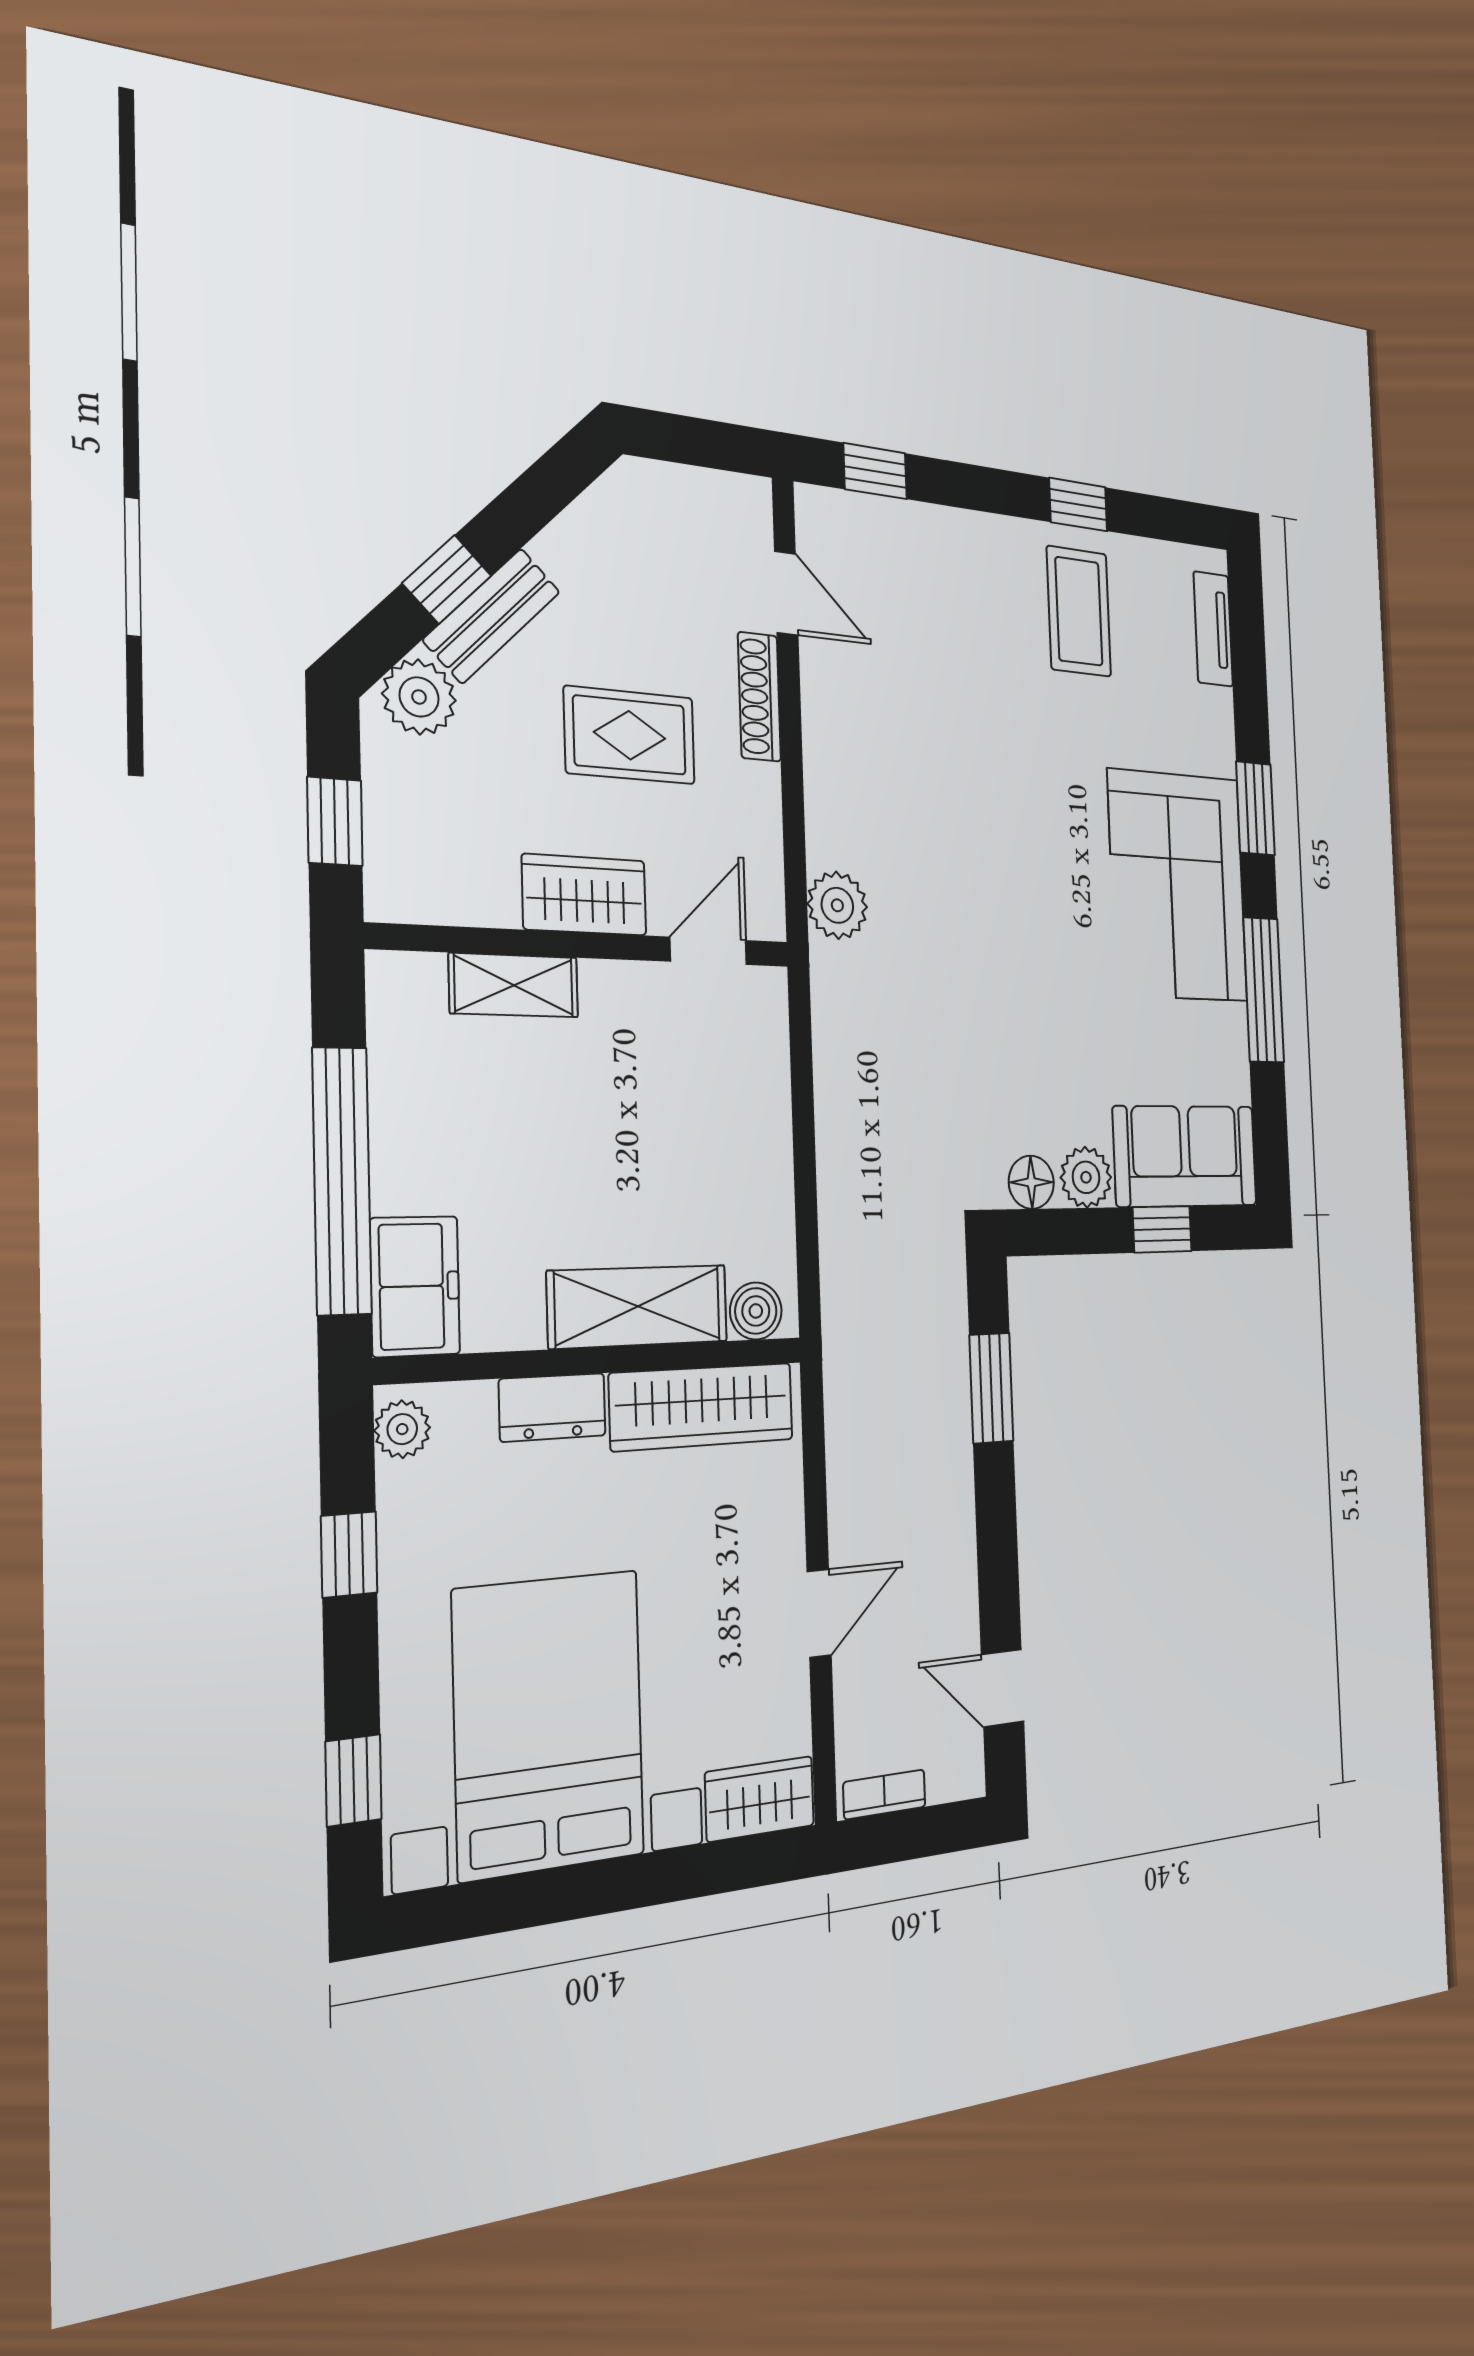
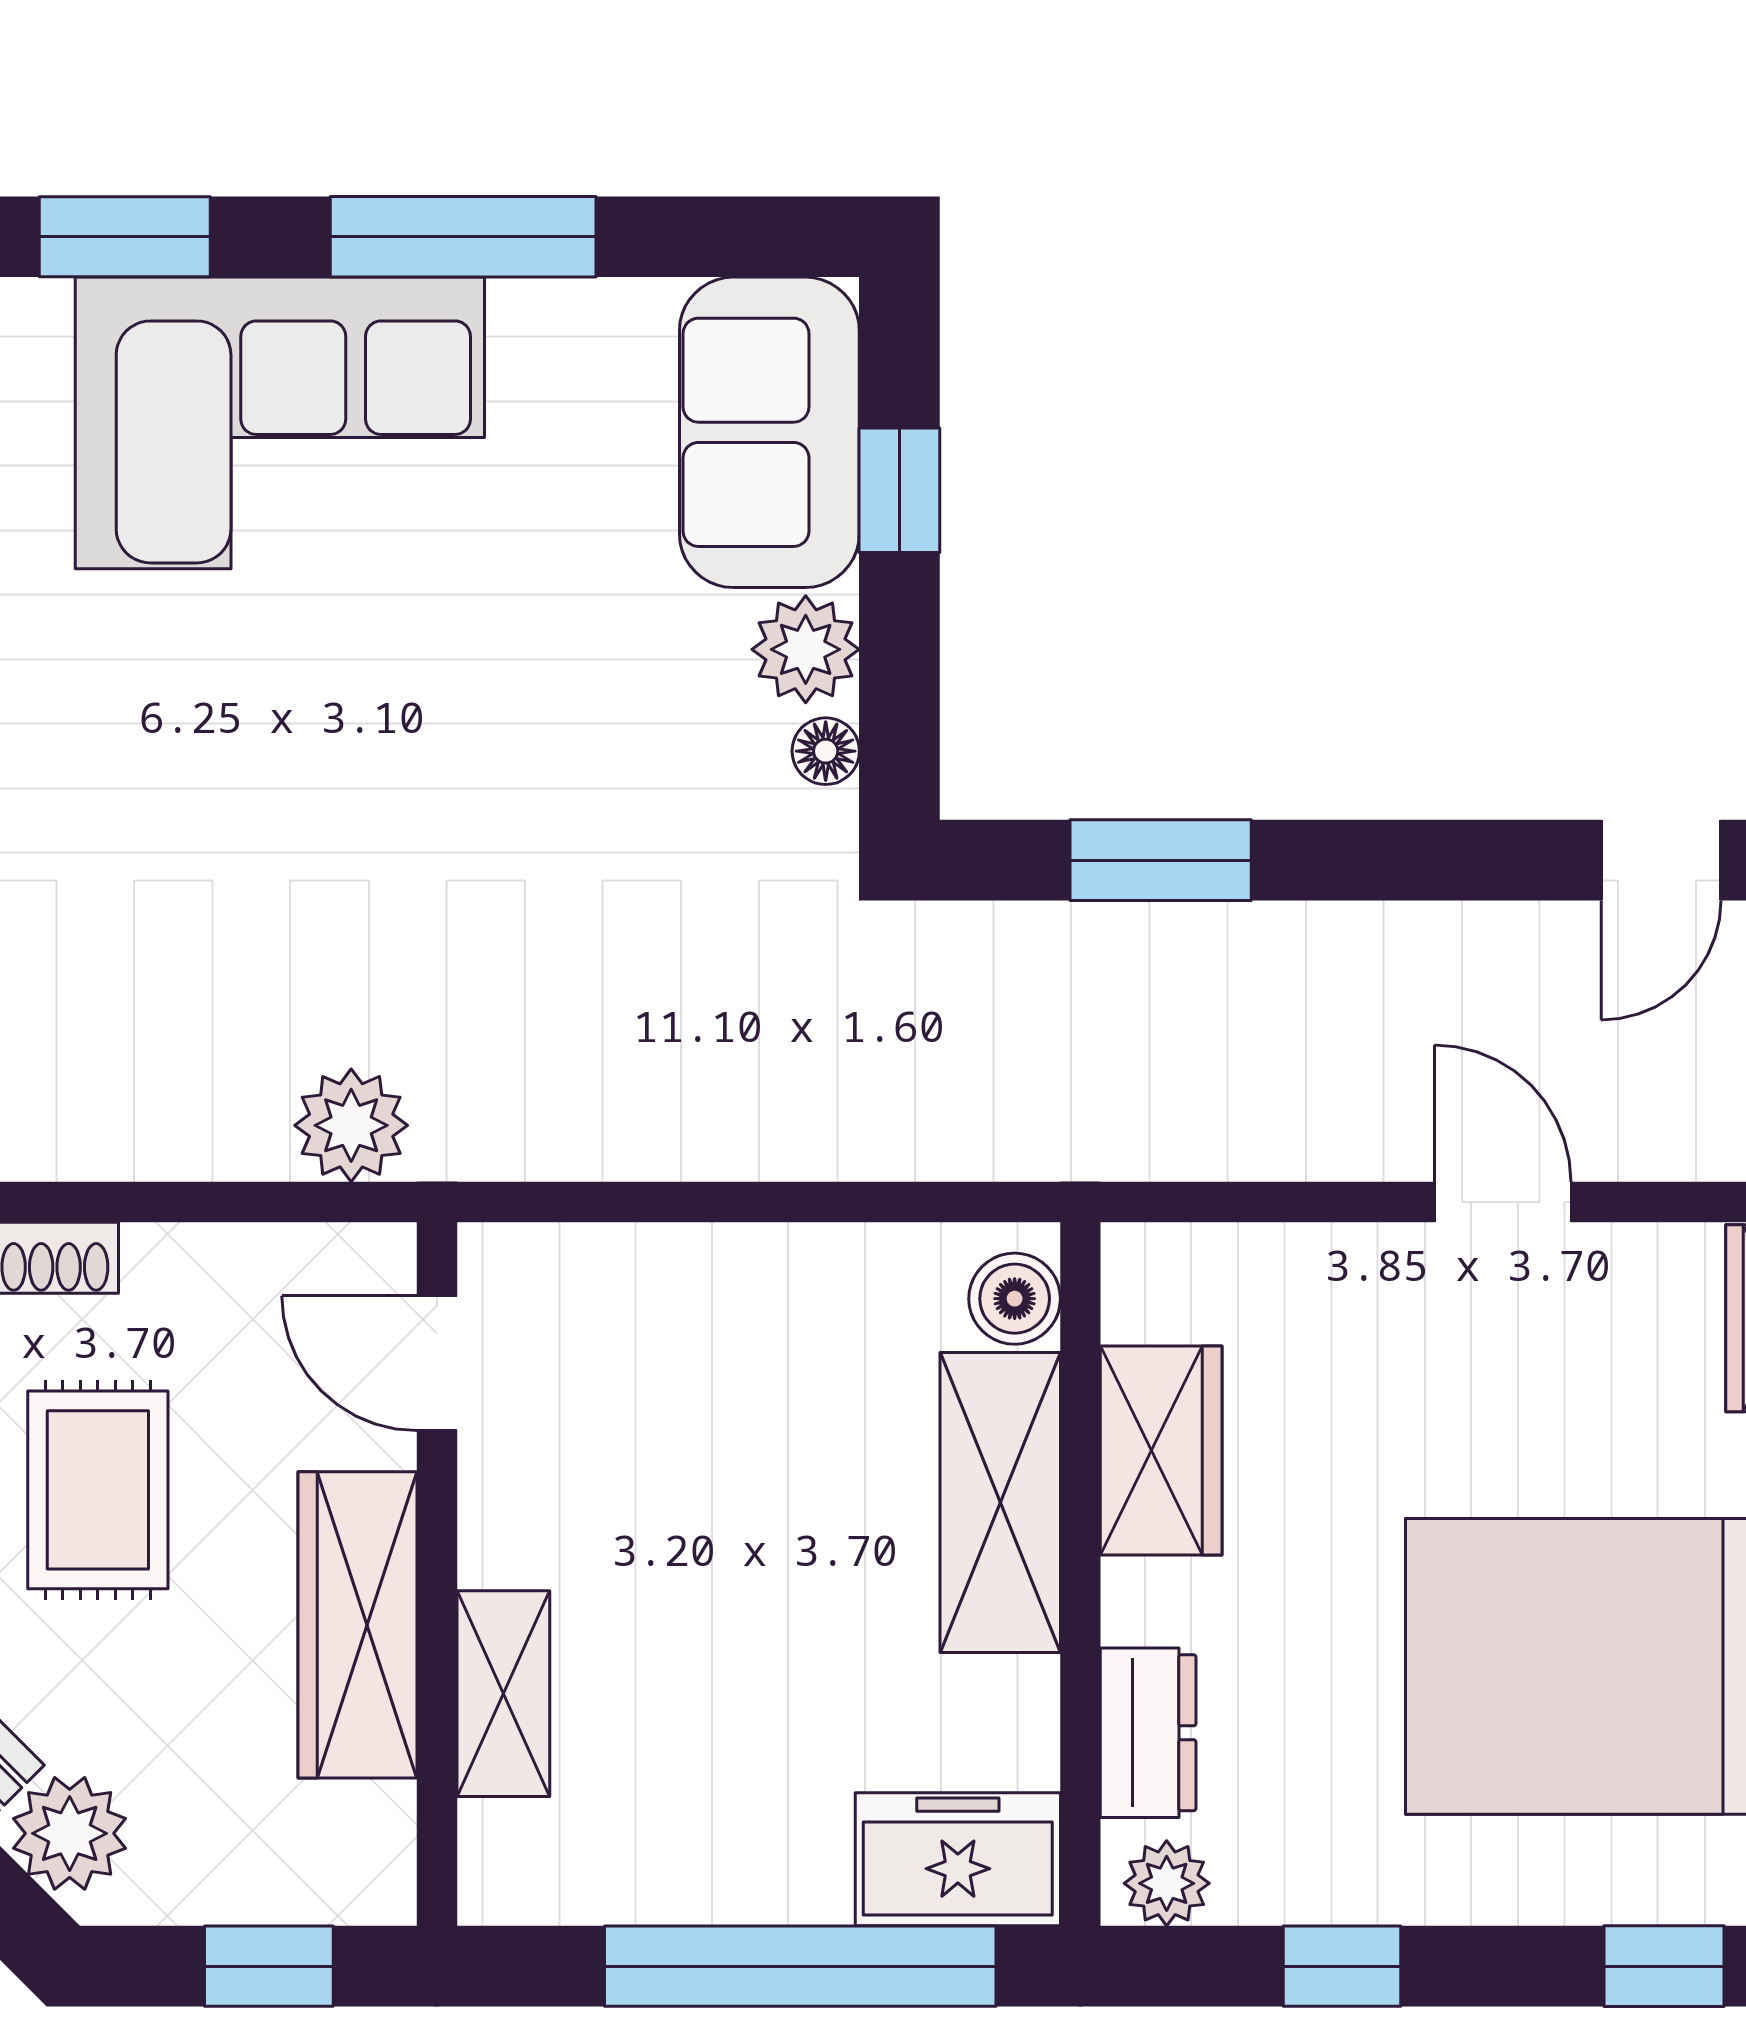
wardrobe: (584, 895) -> (358, 1625), width x1.50
floor lamp: (1031, 1182) -> (826, 751), width x0.73, depth x0.73
dresser: (552, 1407) -> (1148, 1733), moved
wardrobe: (702, 1407) -> (1161, 1450), width x0.67

